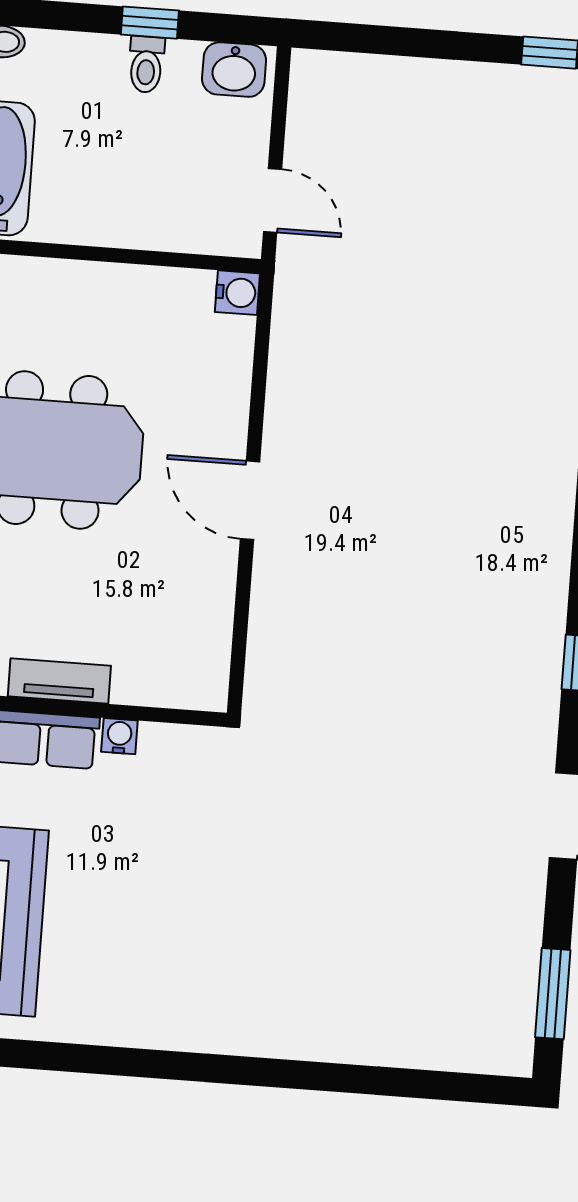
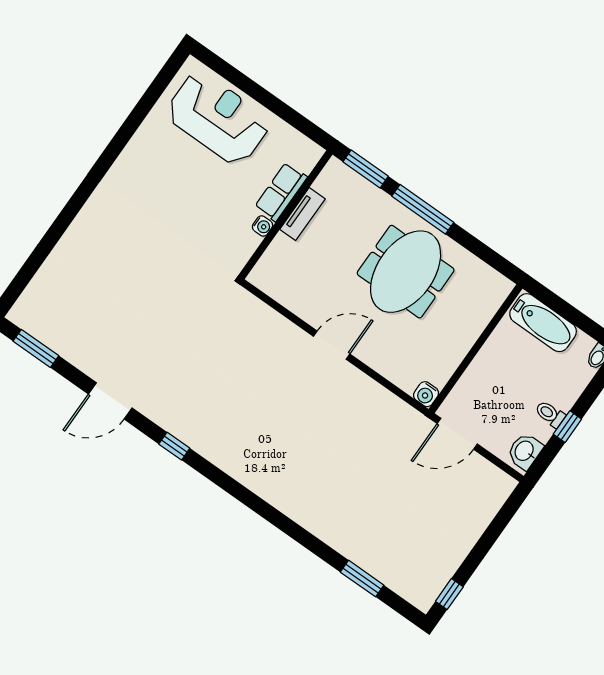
door: (273, 200) -> (457, 434), width x1.38

